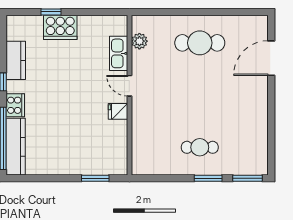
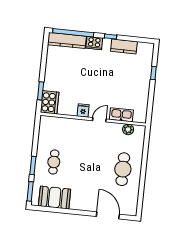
cooker: (60, 27) -> (50, 102), moved, turned 180
booth: (253, 141) -> (55, 198), added

